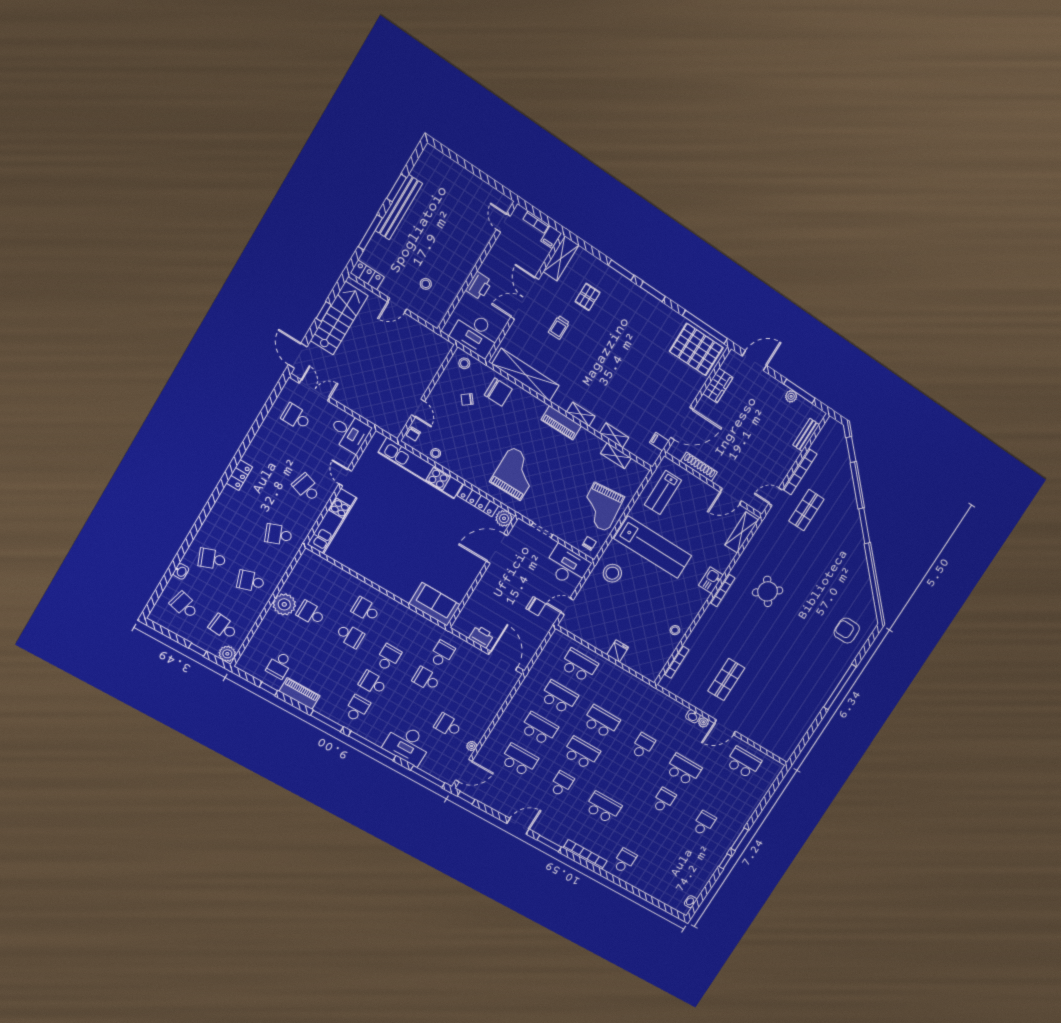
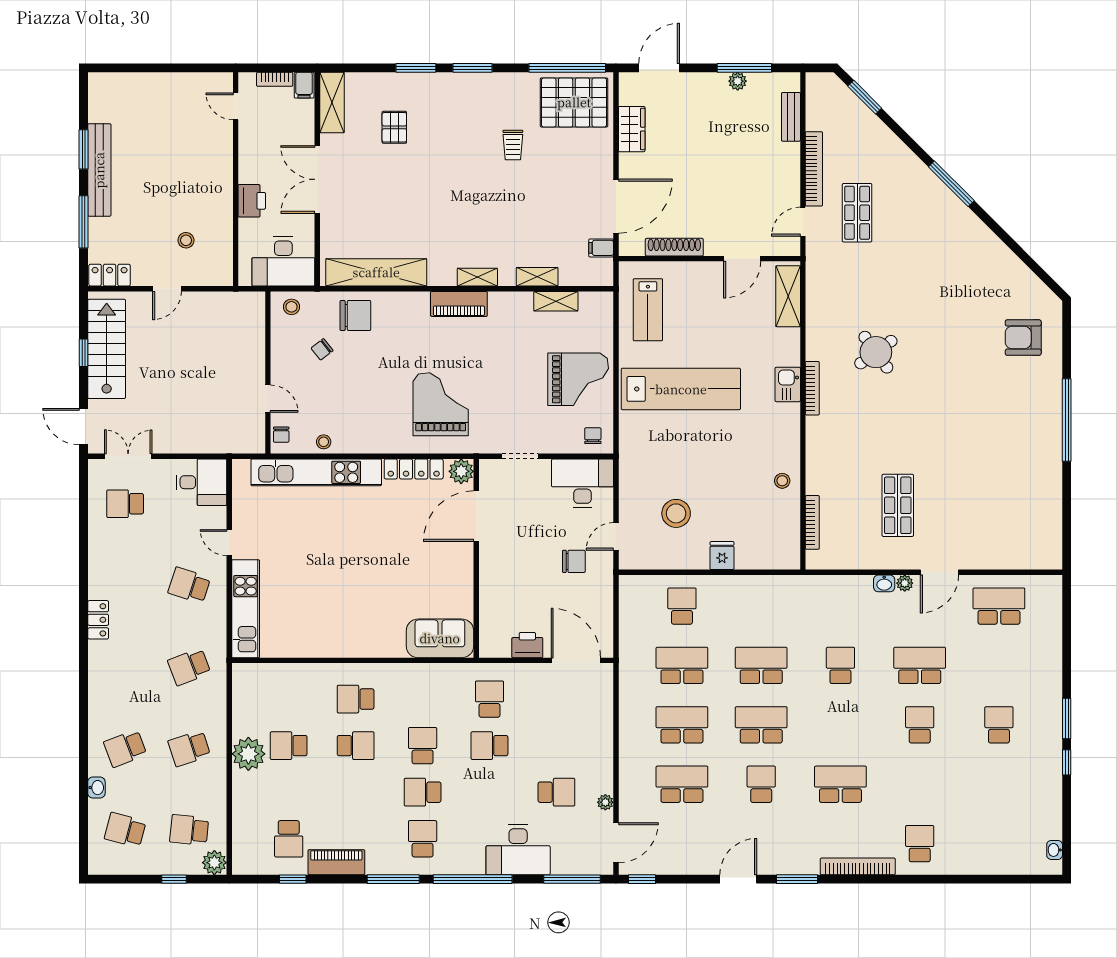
trolley: (559, 327) -> (513, 145), moved
grand piano: (601, 507) -> (578, 379), turned -84
stool: (612, 573) -> (676, 513), moved
school desk: (579, 665) -> (682, 606), width x0.54
school desk: (448, 725) -> (556, 792), turned 180

